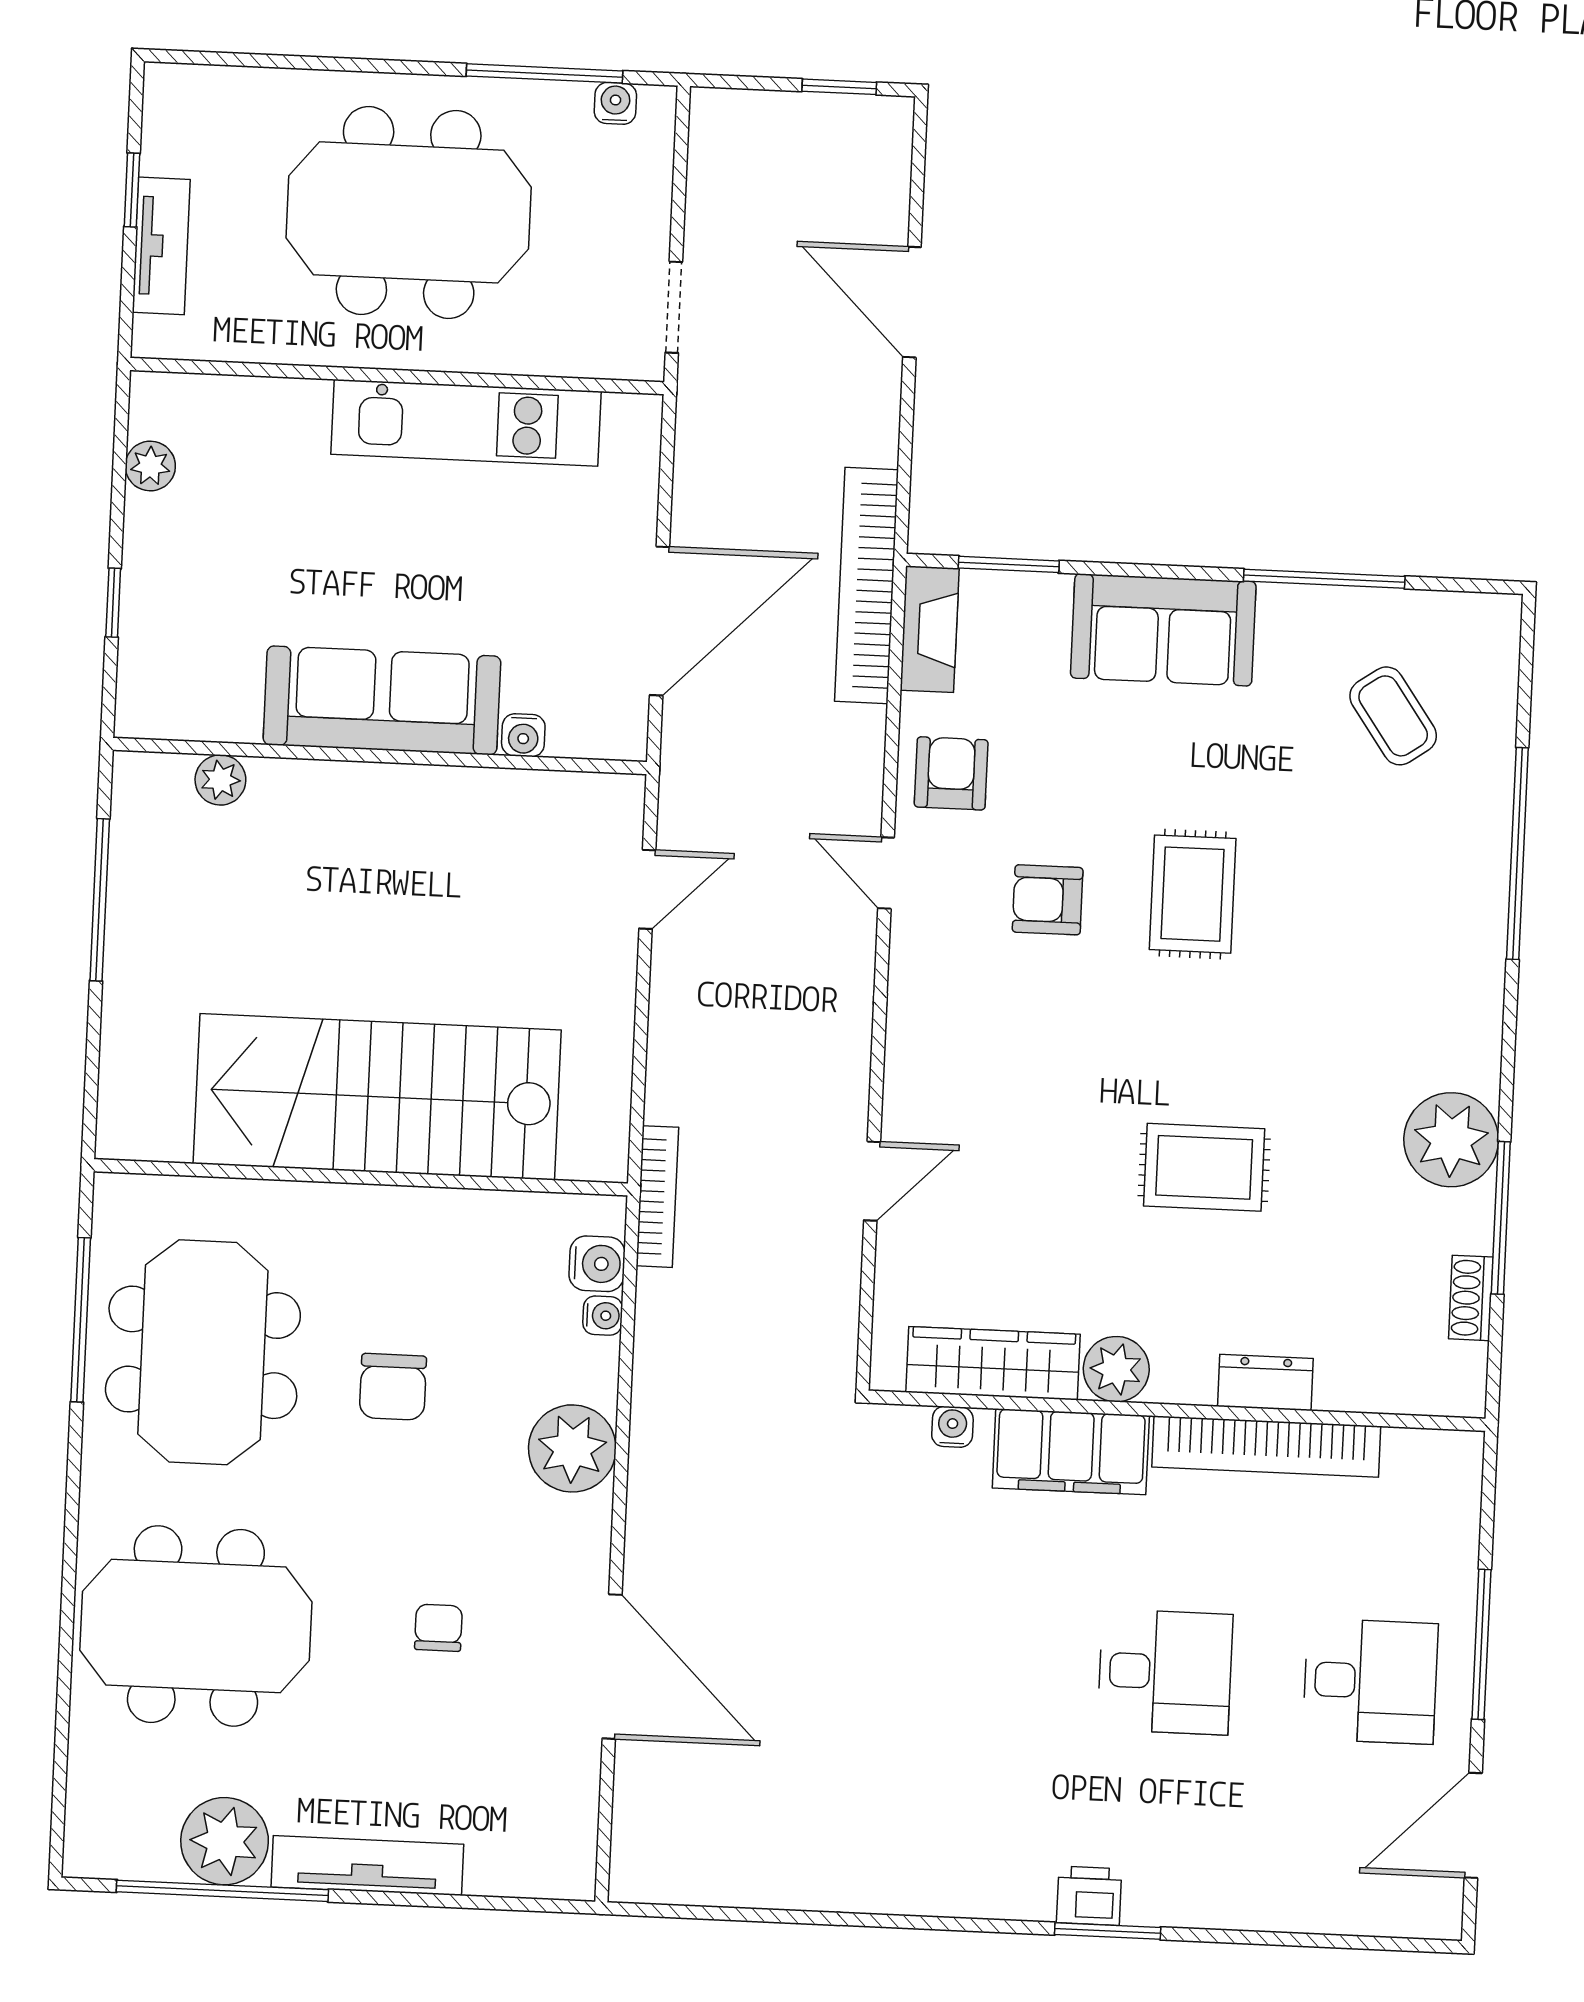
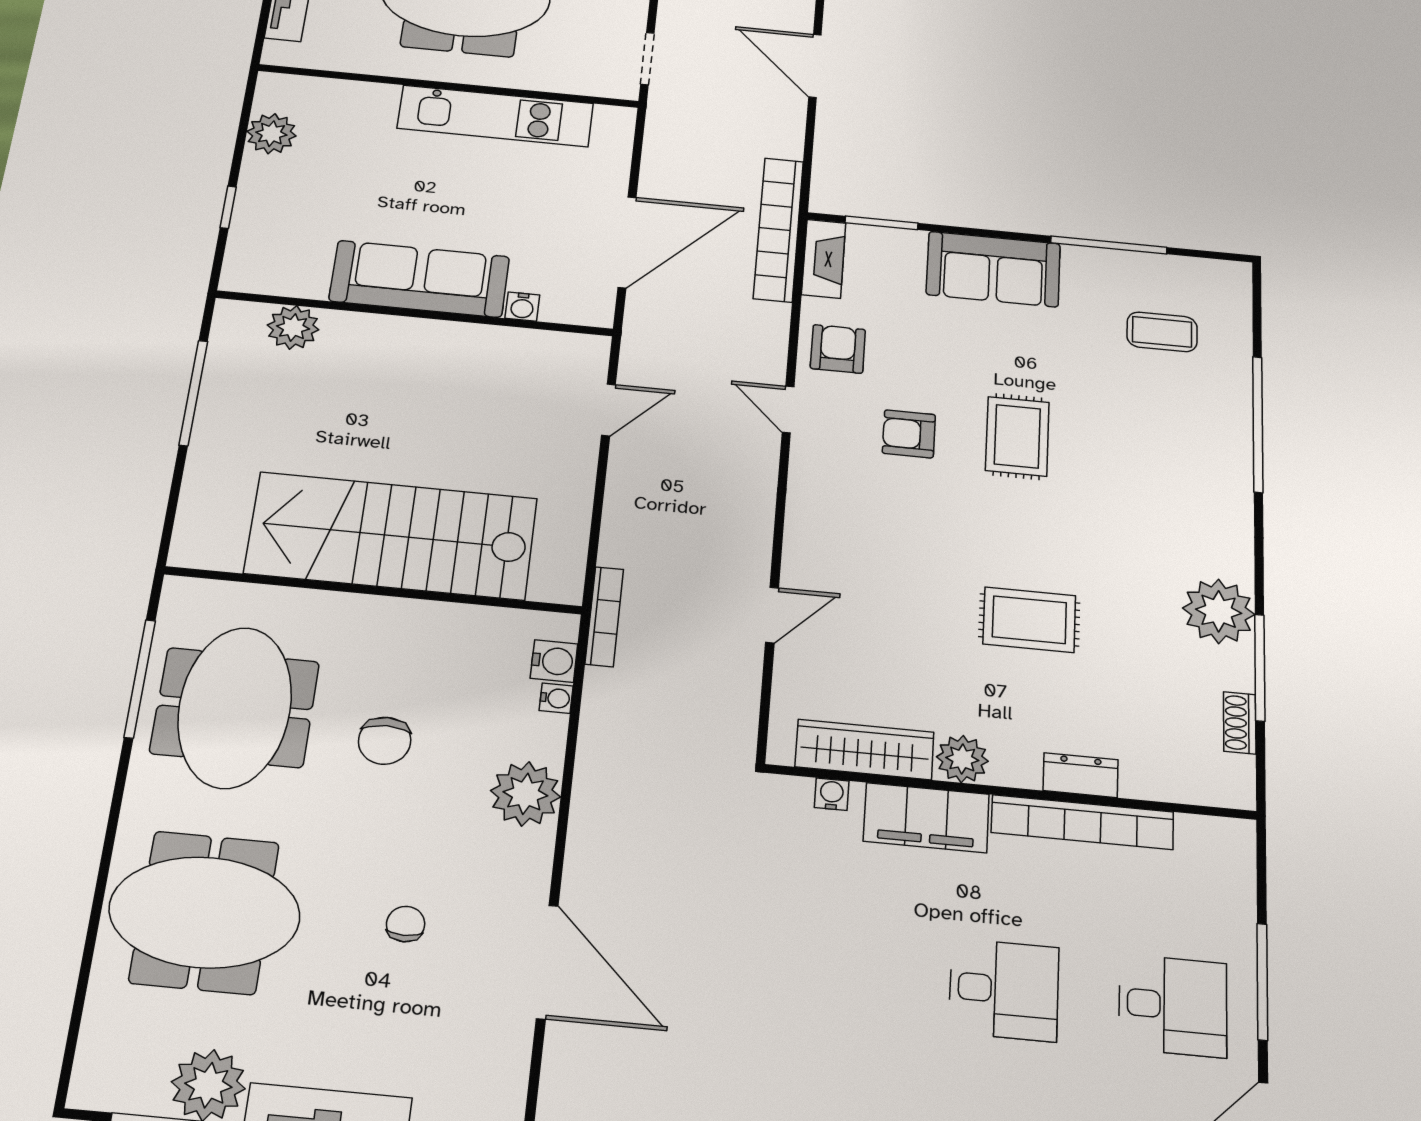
plant: (150, 466) -> (271, 134), width x1.38, depth x1.38
coffee table: (1393, 716) -> (1162, 332), turned -55
plant: (220, 780) -> (293, 327), width x1.38, depth x1.38

